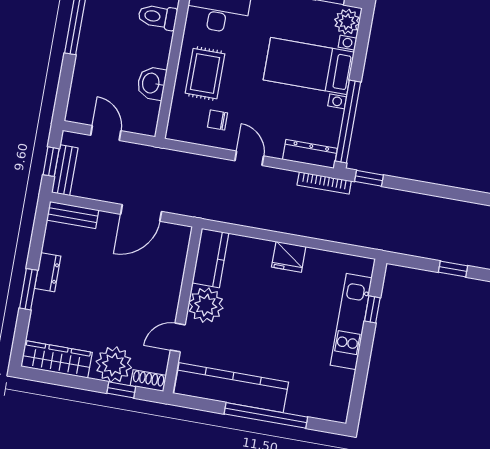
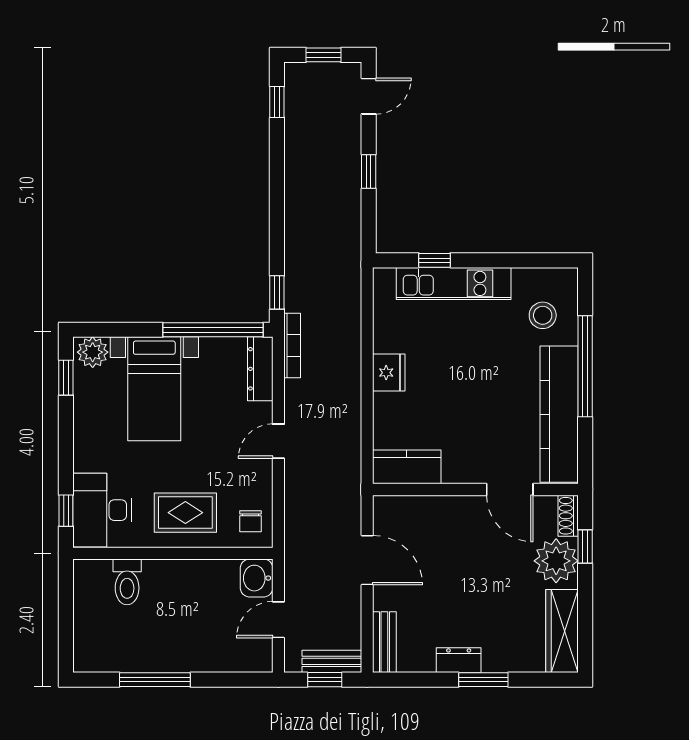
washbasin: (152, 83) -> (257, 578), moved, turned 90
chair: (218, 120) -> (251, 521), moved
plant: (206, 305) -> (465, 462), removed
door: (178, 337) -> (510, 489), width x1.38
stool: (313, 388) -> (543, 315), added

